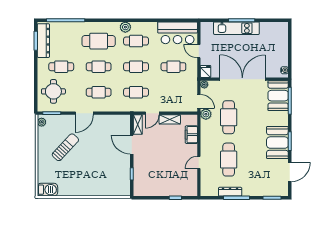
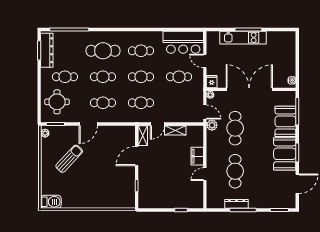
plant: (125, 27) -> (130, 37), removed
booth: (278, 96) -> (285, 121), moved
filing cabinet: (191, 135) -> (197, 156), moved
door: (132, 145) -> (137, 156), hinge flipped

